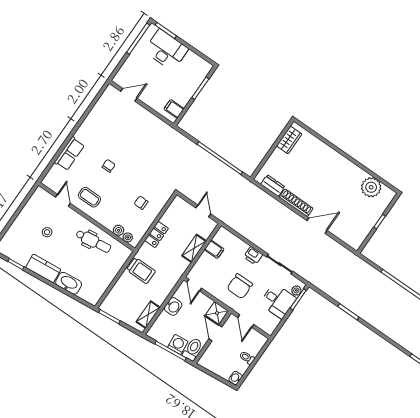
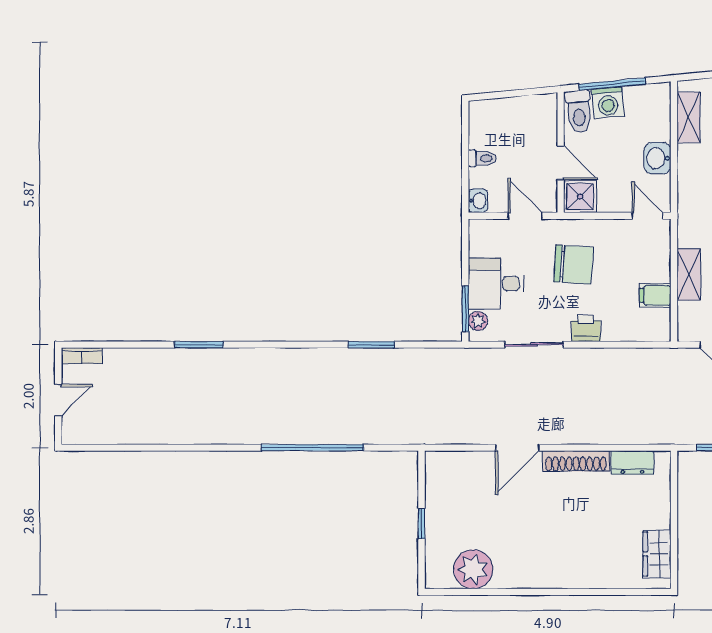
chair: (240, 286) -> (573, 265), turned 94
washbasin: (236, 378) -> (478, 201), moved

